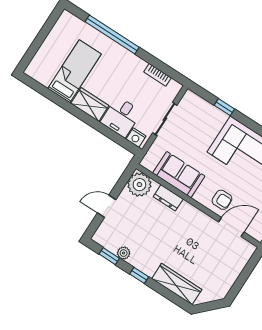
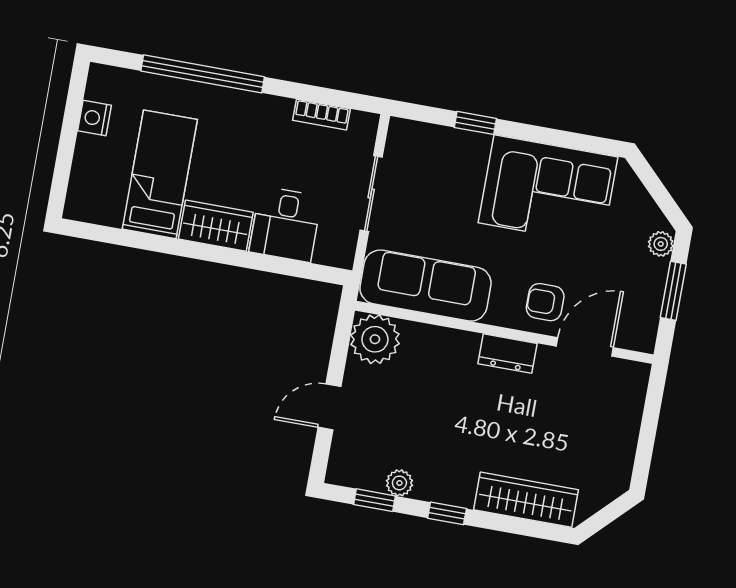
nightstand: (136, 138) -> (94, 118), moved, turned 90
sofa: (179, 175) -> (425, 286), width x1.36
dresser: (168, 198) -> (508, 354), moved
armchair: (222, 200) -> (545, 302), turned 180

